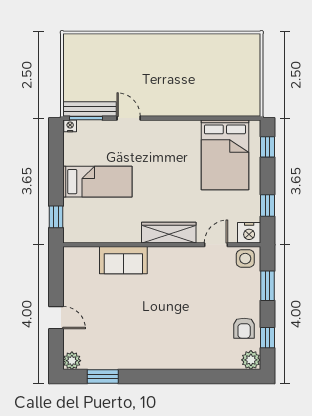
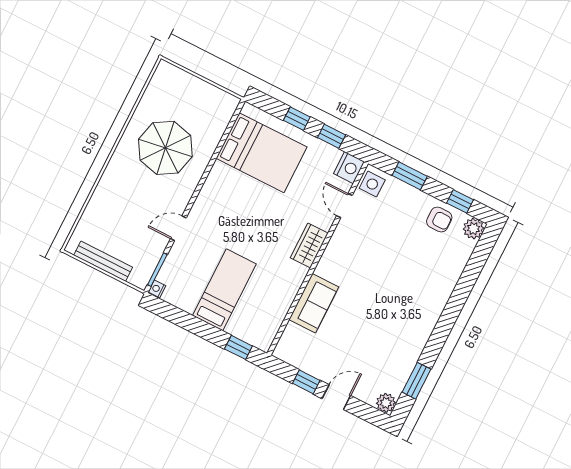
parasol: (189, 74) -> (165, 148), added
bench: (90, 109) -> (103, 261), moved, turned 90
window: (267, 147) -> (297, 119), moved
wardrobe: (169, 233) -> (309, 246), width x0.67
window: (56, 287) -> (306, 382), added

